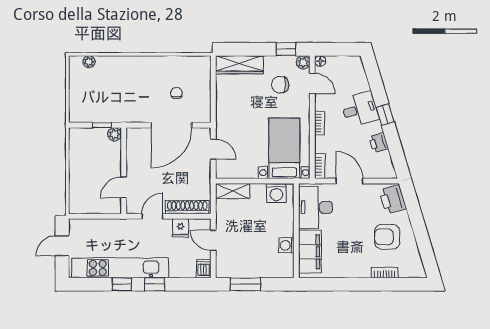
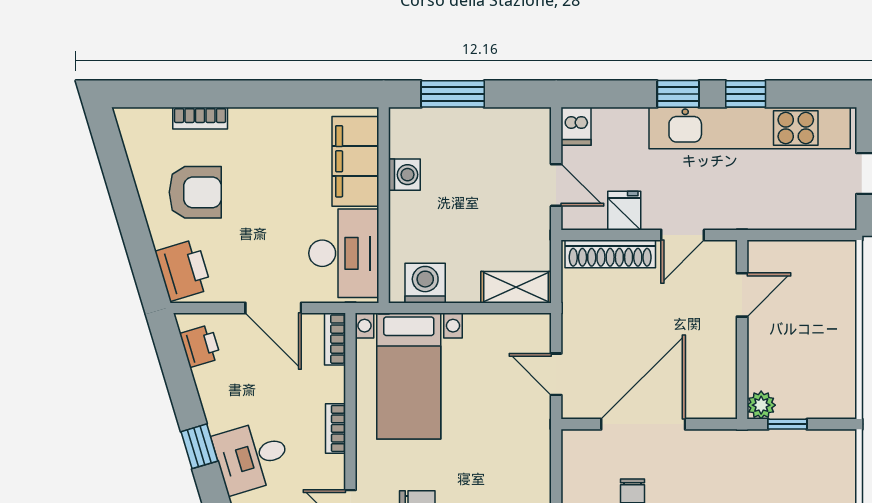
printer: (379, 143) -> (200, 346), moved
window: (246, 284) -> (453, 94), moved

